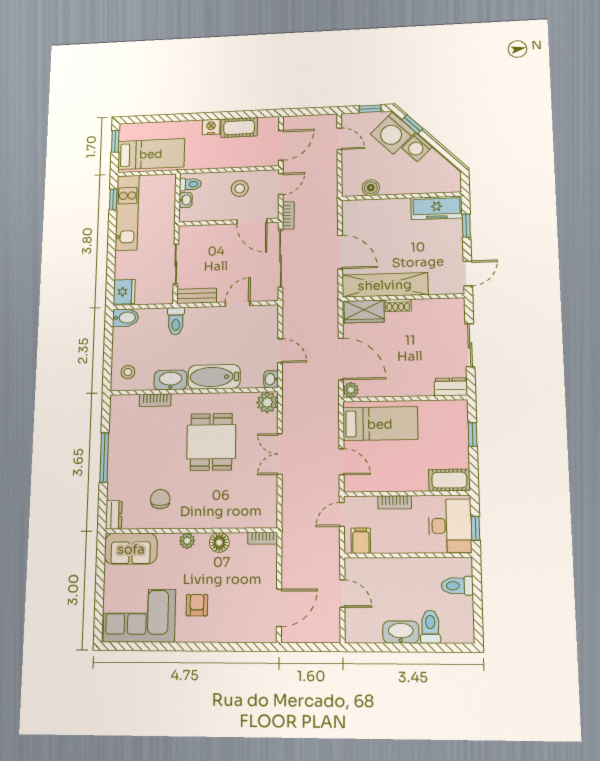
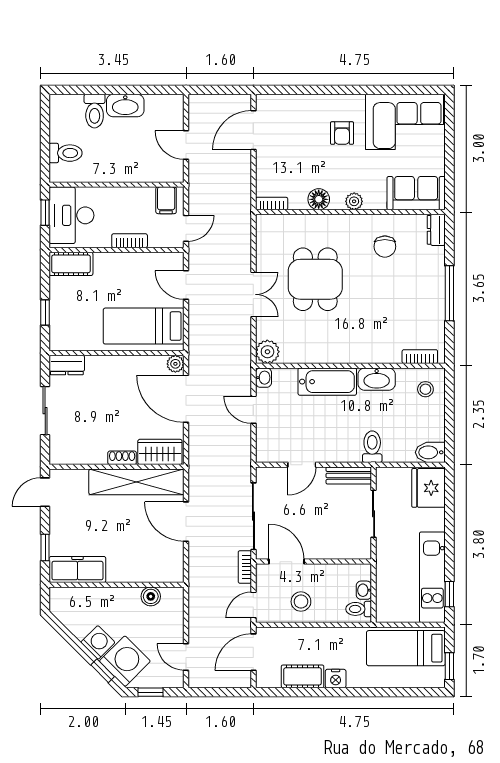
fridge: (124, 292) -> (429, 488), width x1.36, depth x1.34
bookcase: (155, 400) -> (420, 357), moved
dining table: (211, 442) -> (315, 279), moved

